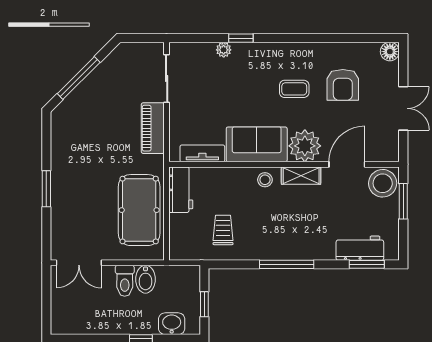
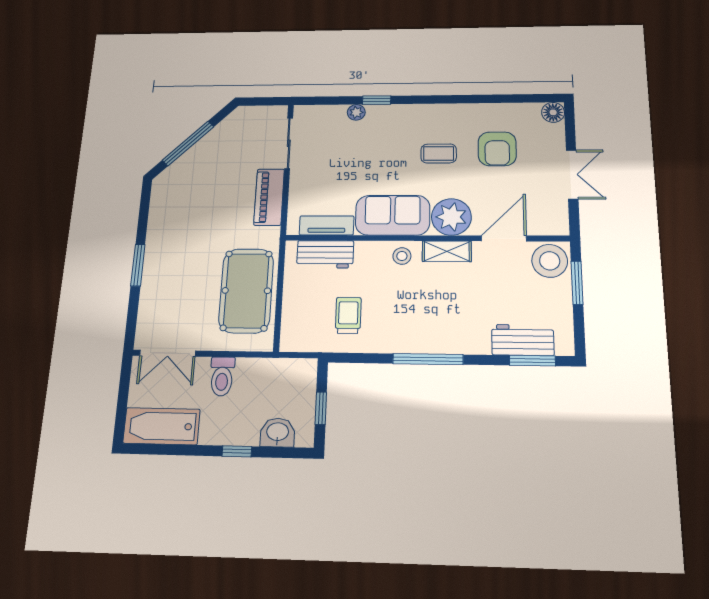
workbench: (181, 190) -> (325, 254), moved, turned 90
bidet: (145, 279) -> (248, 375), removed
bathtub: (80, 321) -> (162, 426), added

